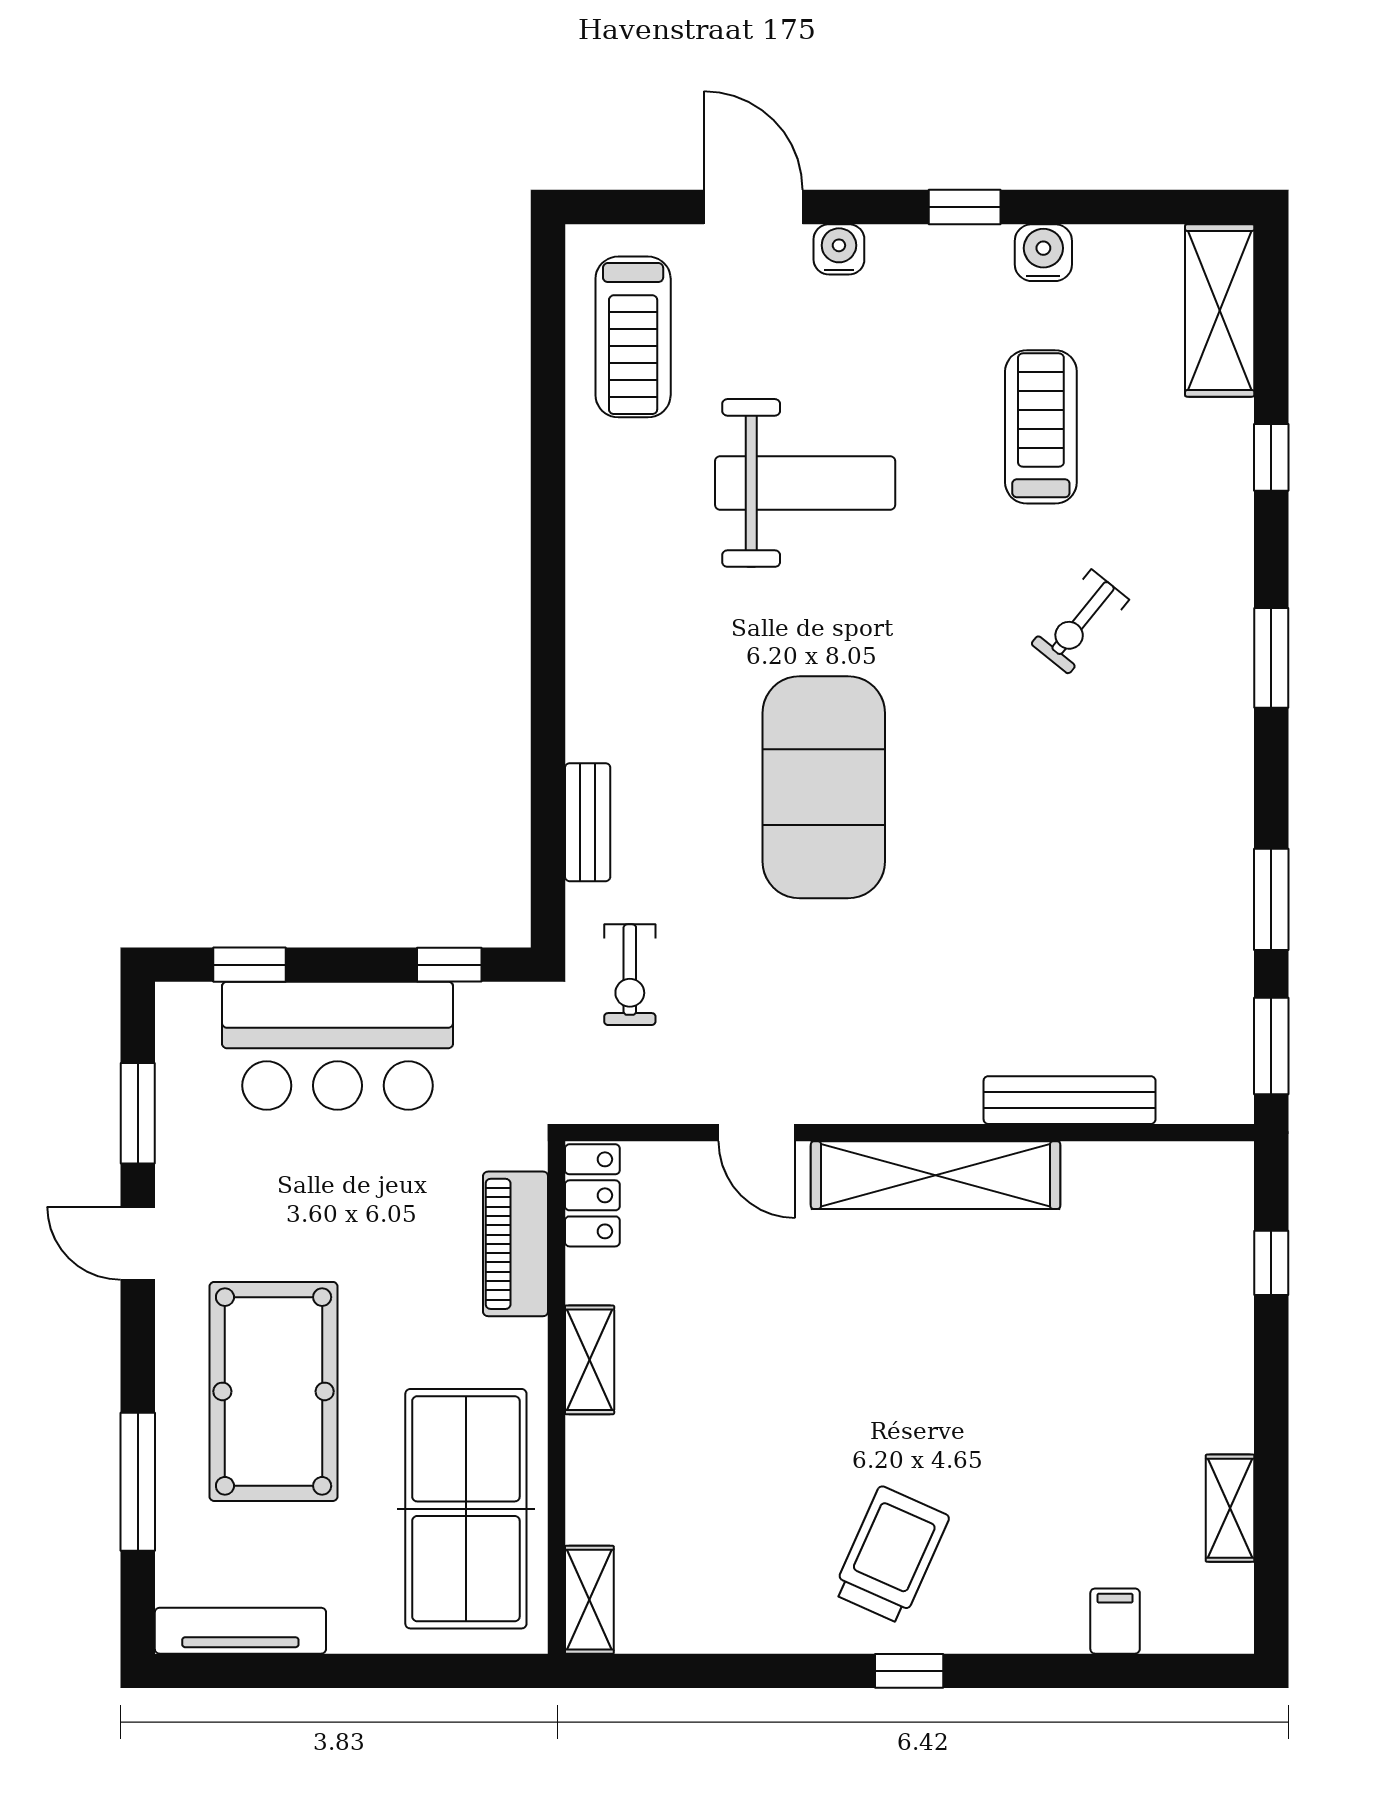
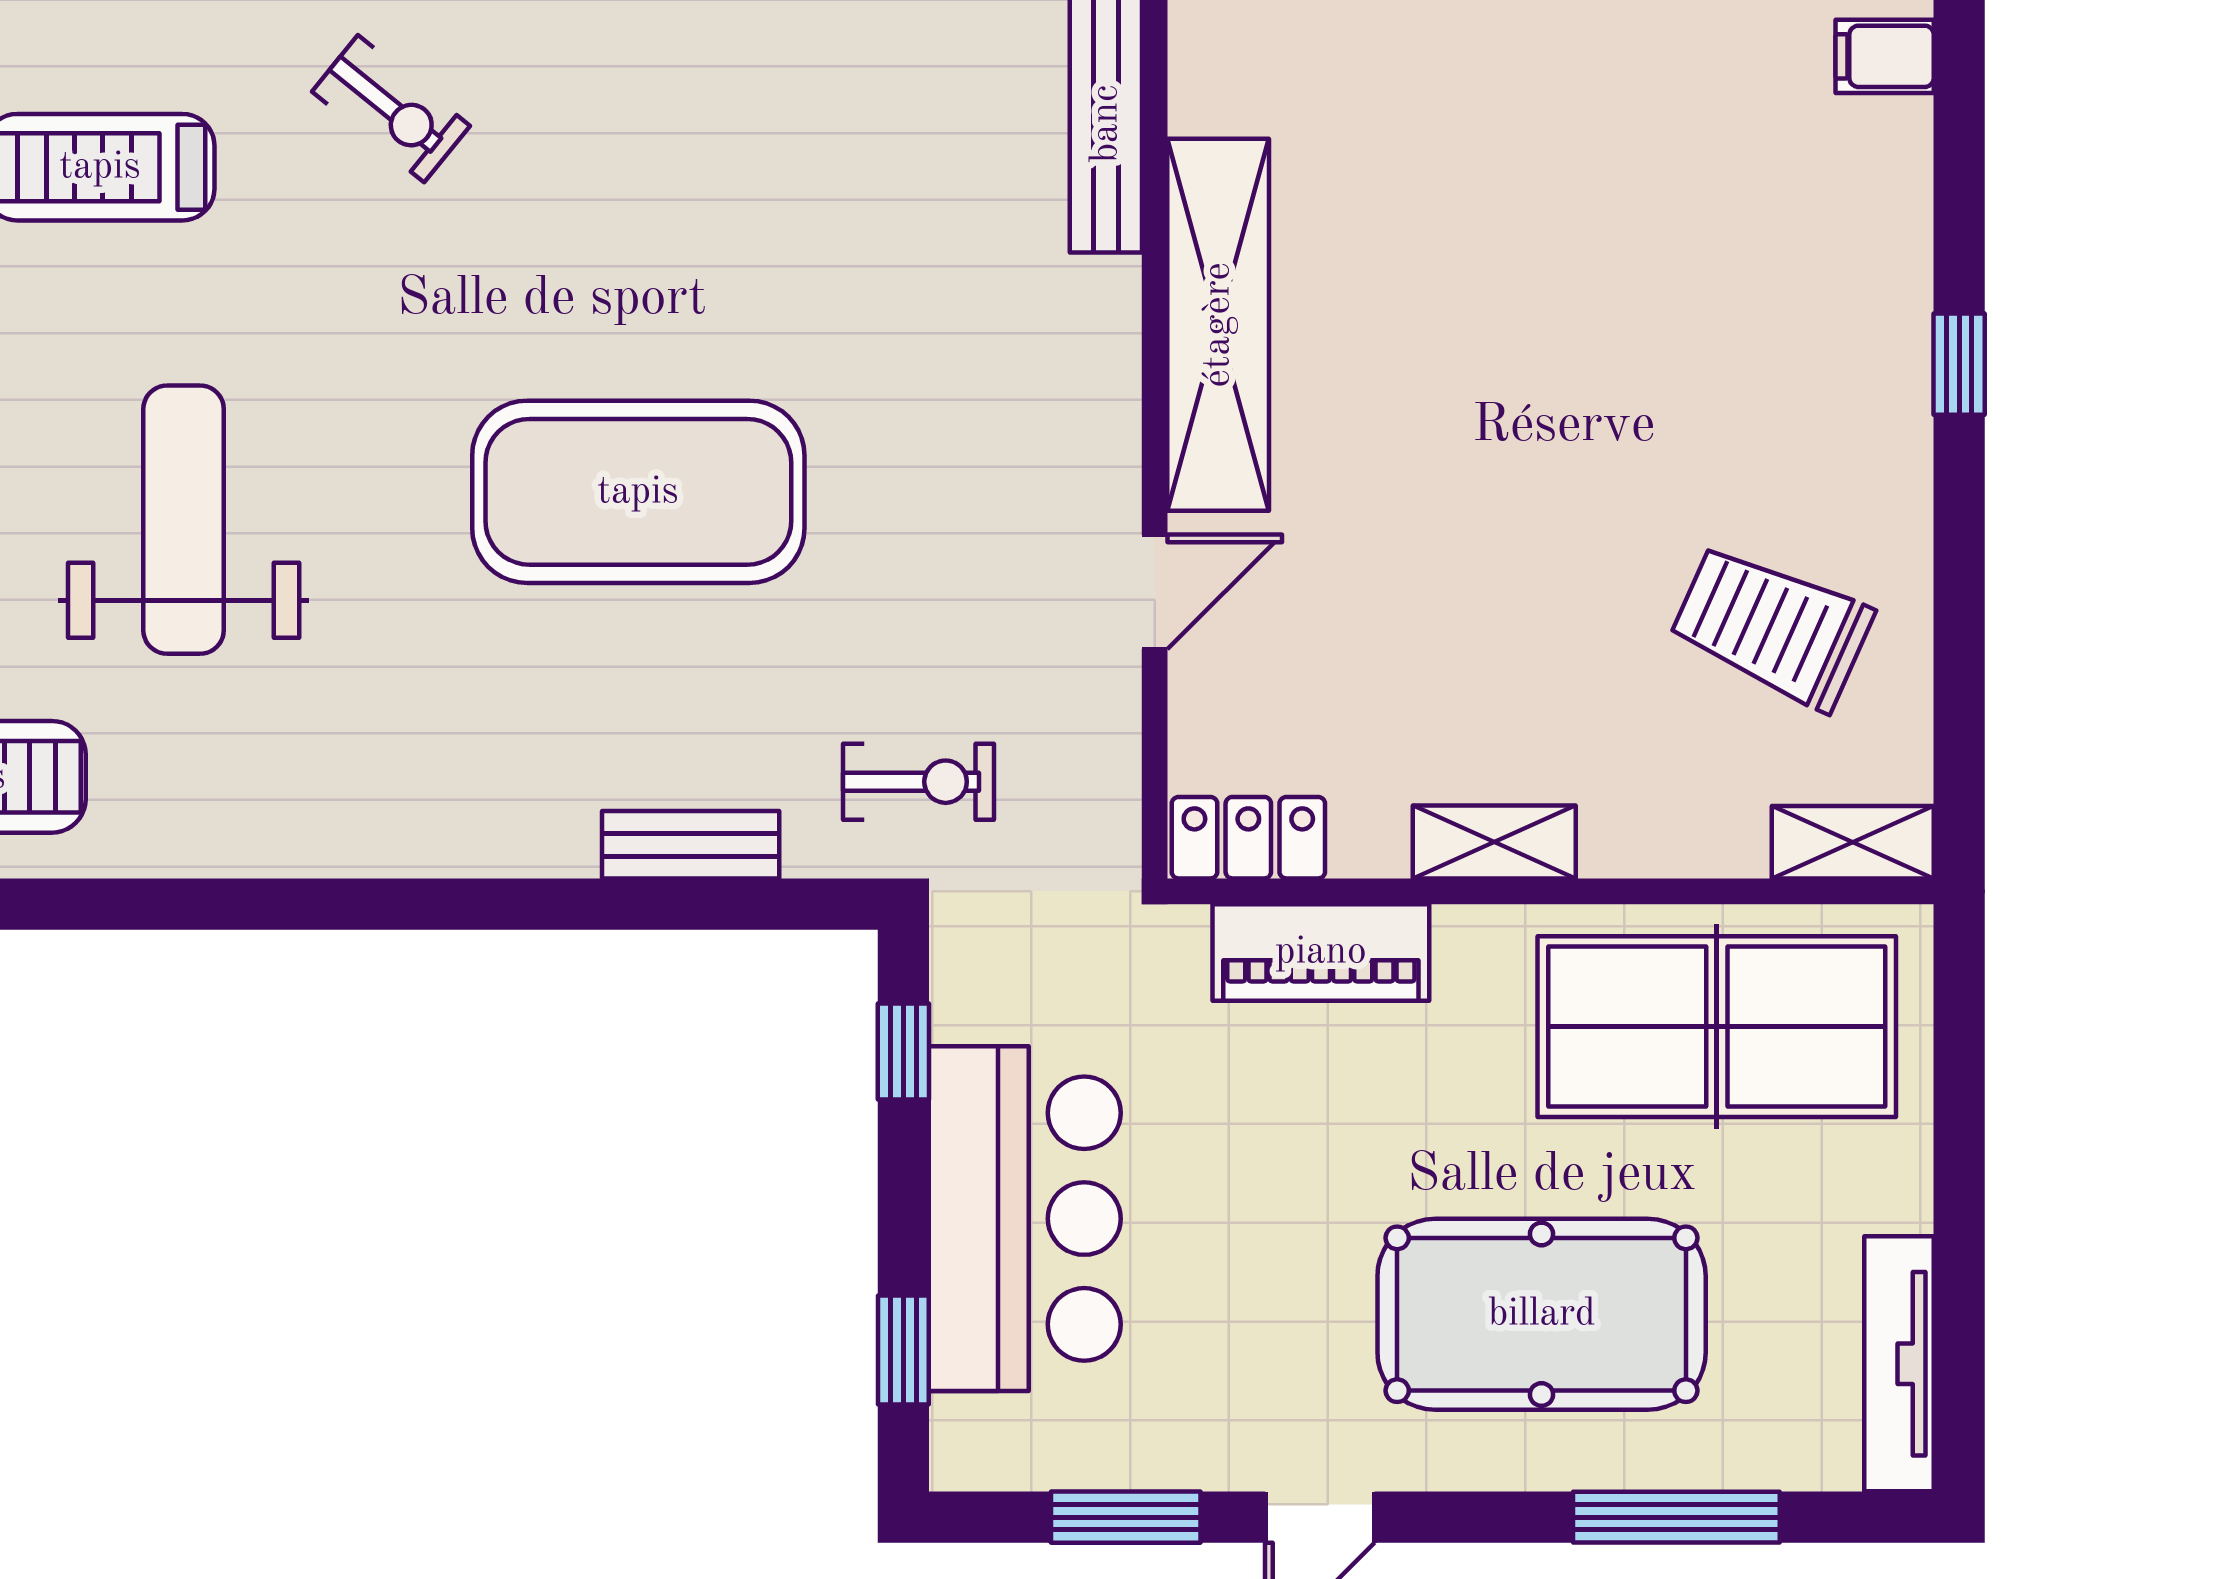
trolley: (891, 1555) -> (1772, 627), moved

